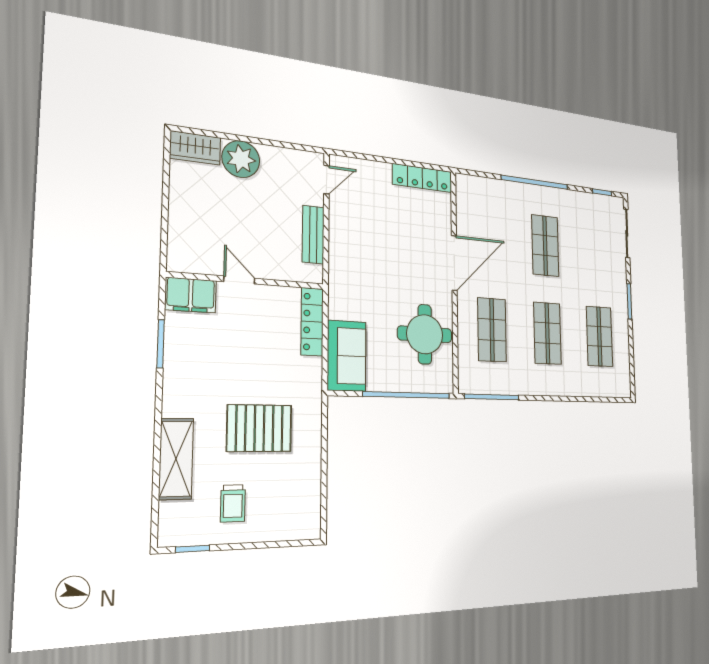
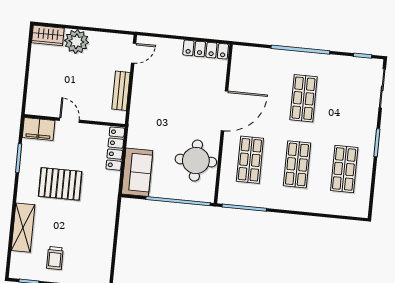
pallet: (259, 428) -> (60, 184), moved

